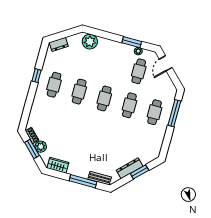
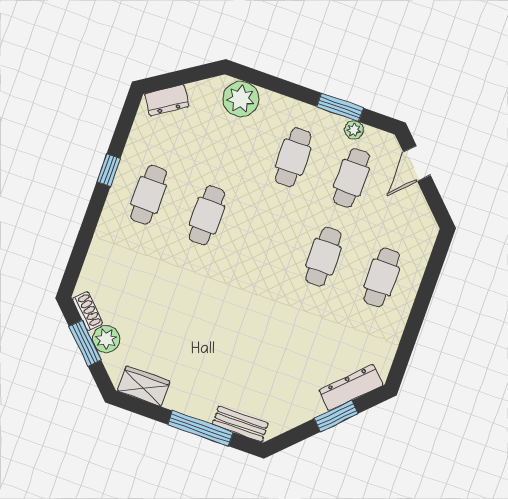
cafe table: (104, 98) -> (293, 157), moved
window: (174, 113) -> (429, 283), removed
dresser: (130, 168) -> (351, 388), moved

